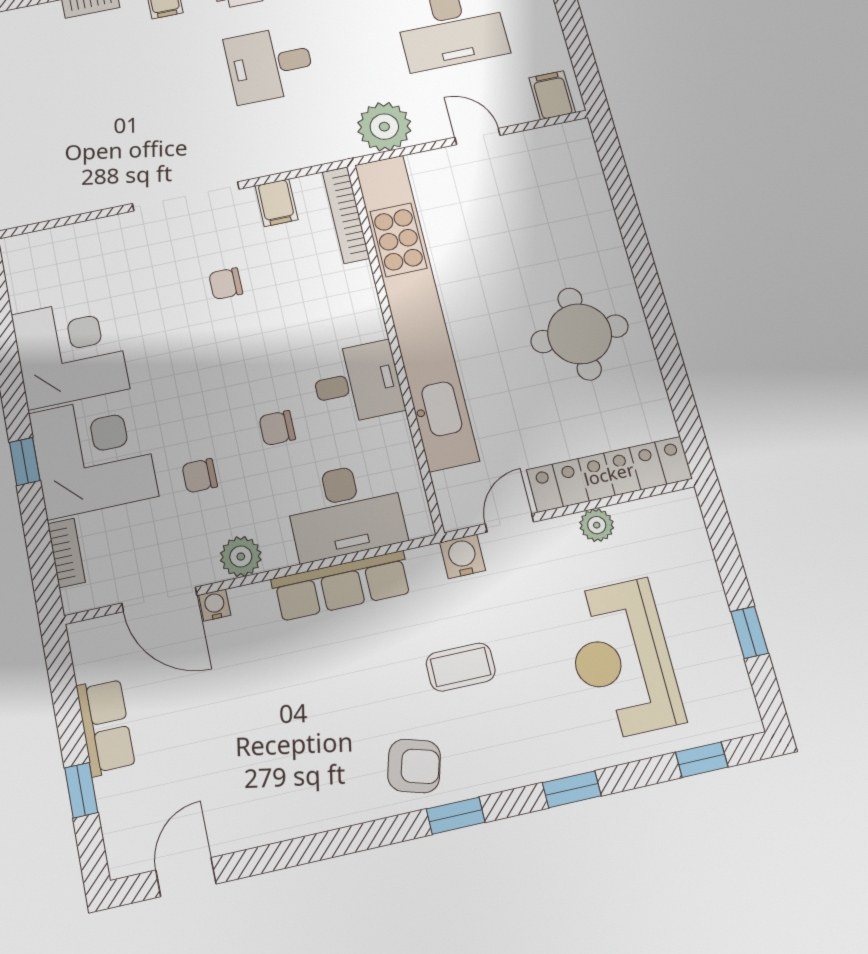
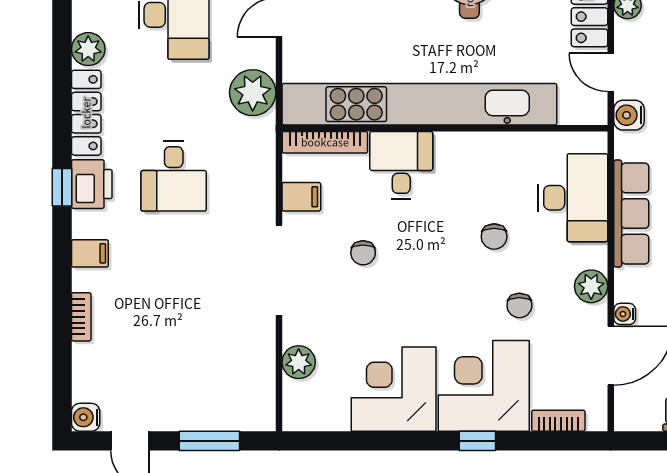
plant: (83, 240) -> (299, 362), added
desk: (357, 383) -> (401, 165), moved

